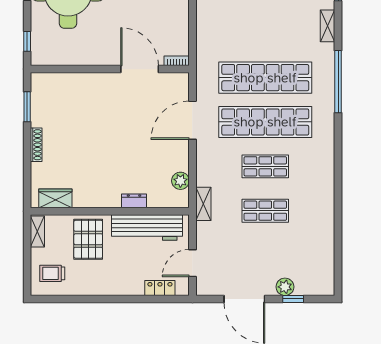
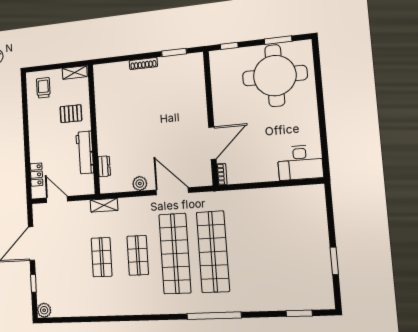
shelving: (328, 26) -> (263, 305), removed
plant: (180, 181) -> (140, 183), moved
wardrobe: (55, 198) -> (101, 84), removed
dresser: (134, 201) -> (104, 166), moved
workbench: (147, 227) -> (85, 152), width x0.73, depth x0.76
pallet: (88, 239) -> (71, 114), width x0.67, depth x0.71
plant: (285, 287) -> (44, 310), moved

